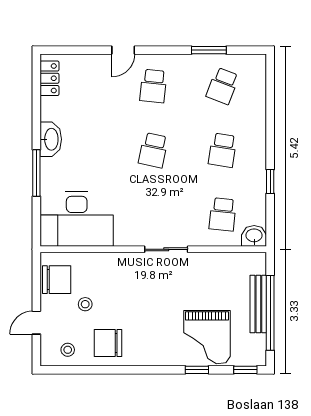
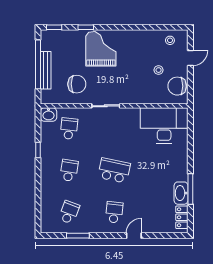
washbasin: (51, 139) -> (181, 193), moved
school desk: (153, 150) -> (114, 170), width x1.85
window: (36, 173) -> (190, 189), moved
grand piano: (207, 337) -> (101, 49), moved
chair: (108, 343) -> (77, 84), moved

